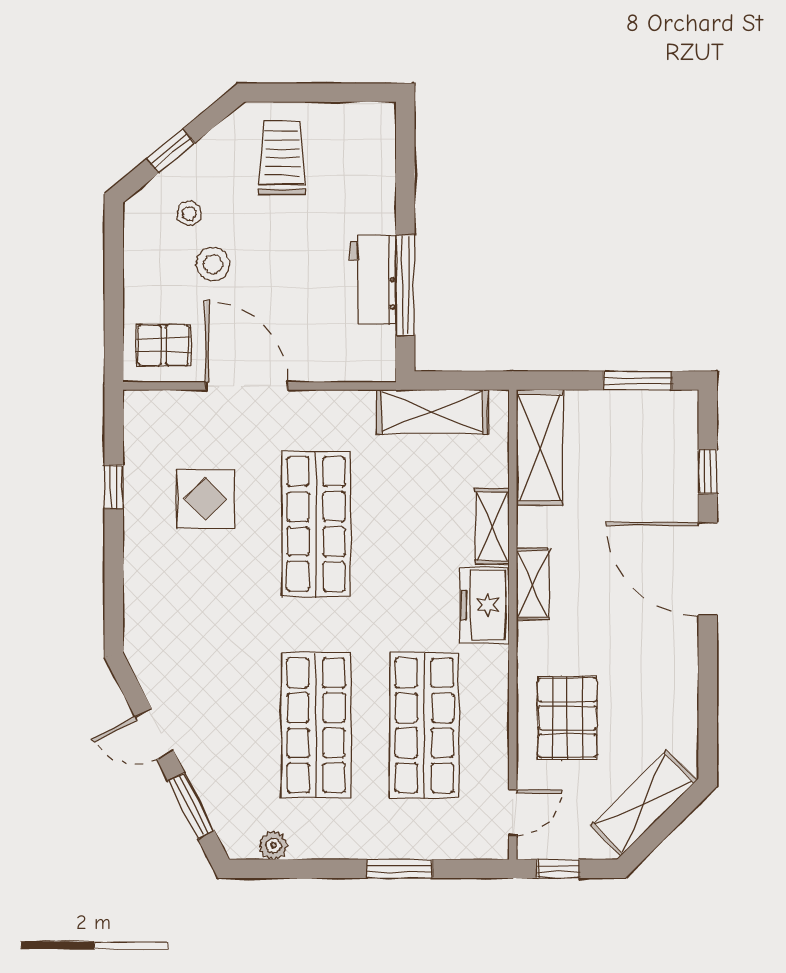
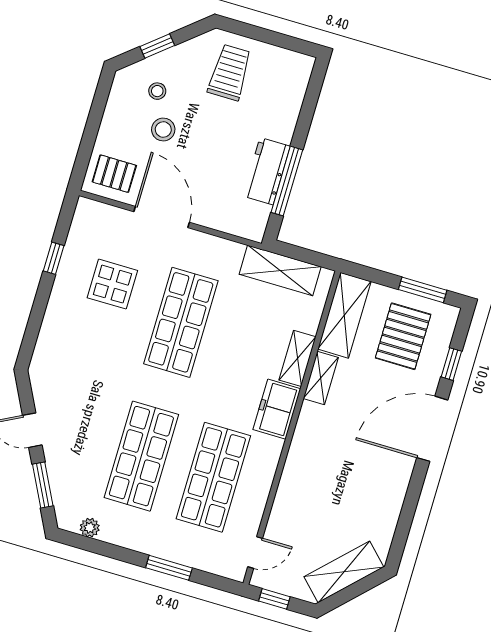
door: (708, 569) -> (432, 429), hinge flipped
shelving: (532, 584) -> (321, 378), moved
pallet: (568, 718) -> (403, 336), moved

